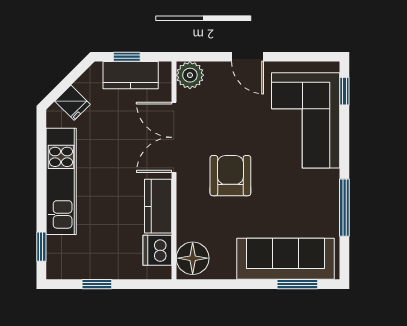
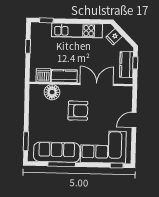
plant: (190, 75) -> (126, 93), removed
floor lamp: (193, 258) -> (52, 92), moved
sofa: (285, 259) -> (57, 152), moved, turned -90

